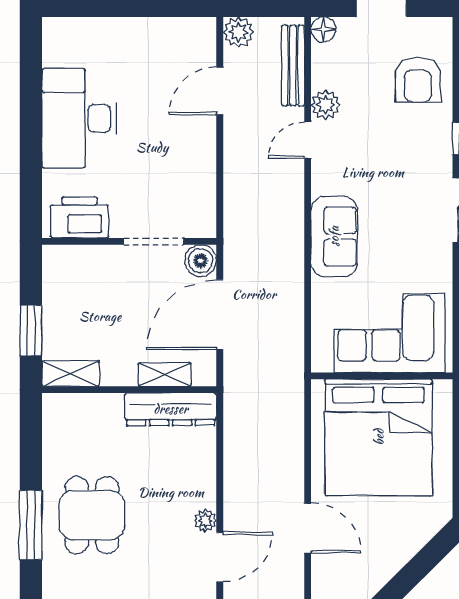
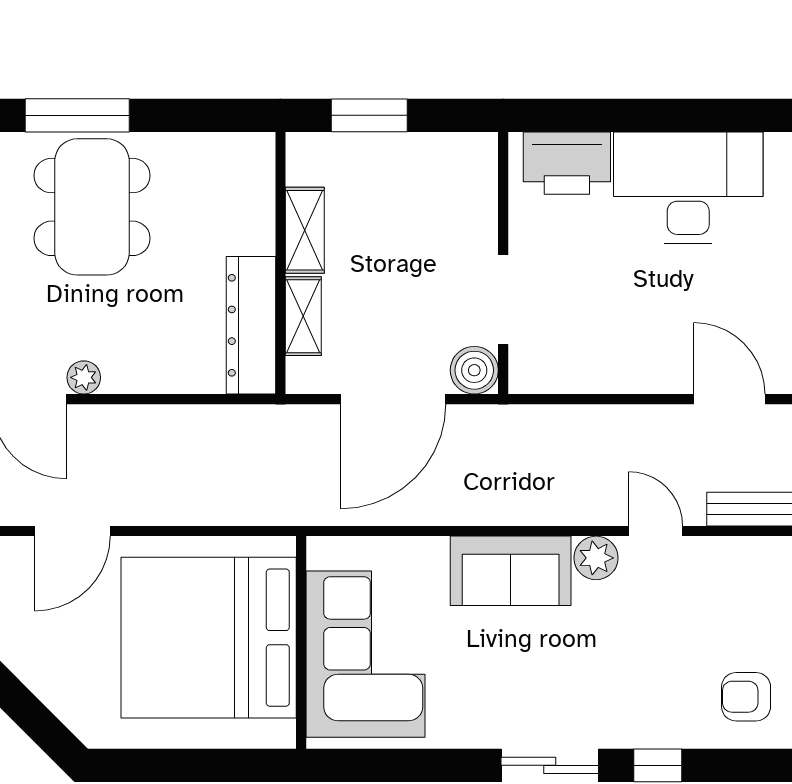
armchair: (418, 80) -> (746, 697), width x0.72, depth x0.72
plant: (326, 105) -> (596, 558), moved
printer: (79, 217) -> (567, 163), moved, turned 90
door: (220, 315) -> (393, 399), swing flipped
shelving: (71, 373) -> (305, 230), moved
dining table: (92, 515) -> (92, 207), width x1.37

